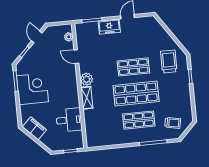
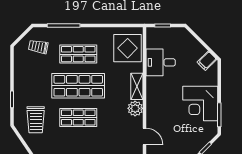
filing cabinet: (34, 128) -> (207, 61), width x0.50
display table: (98, 129) -> (128, 48), added

